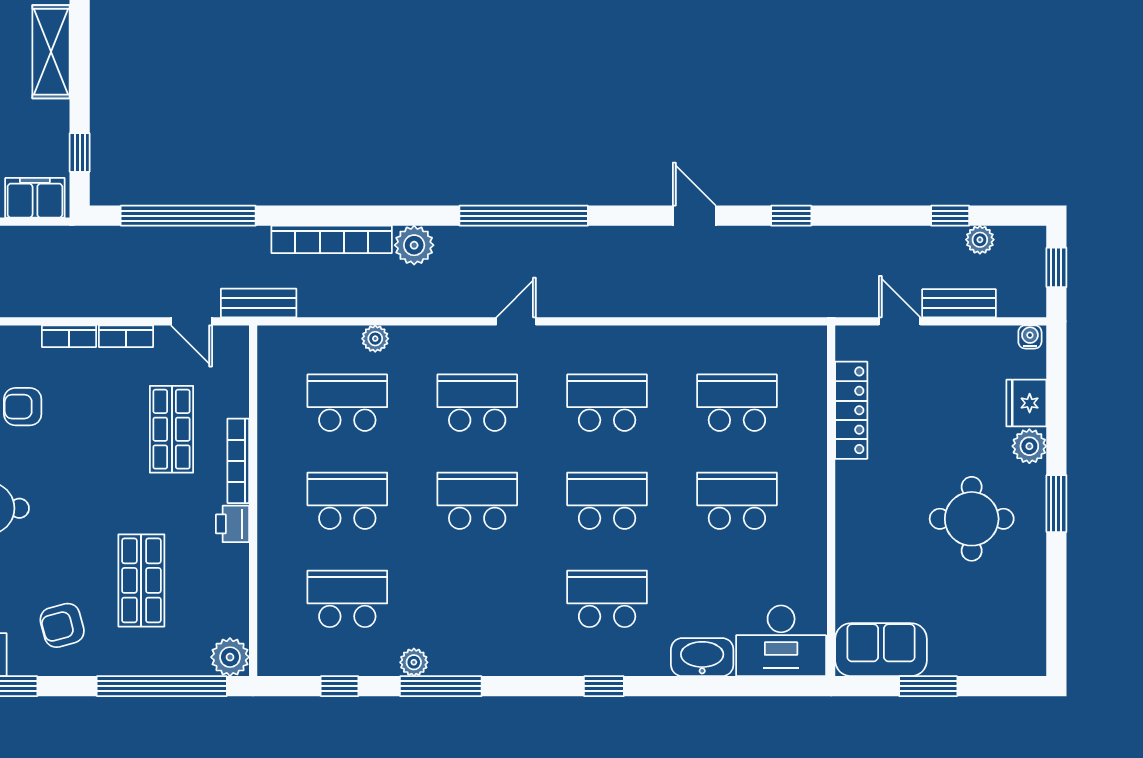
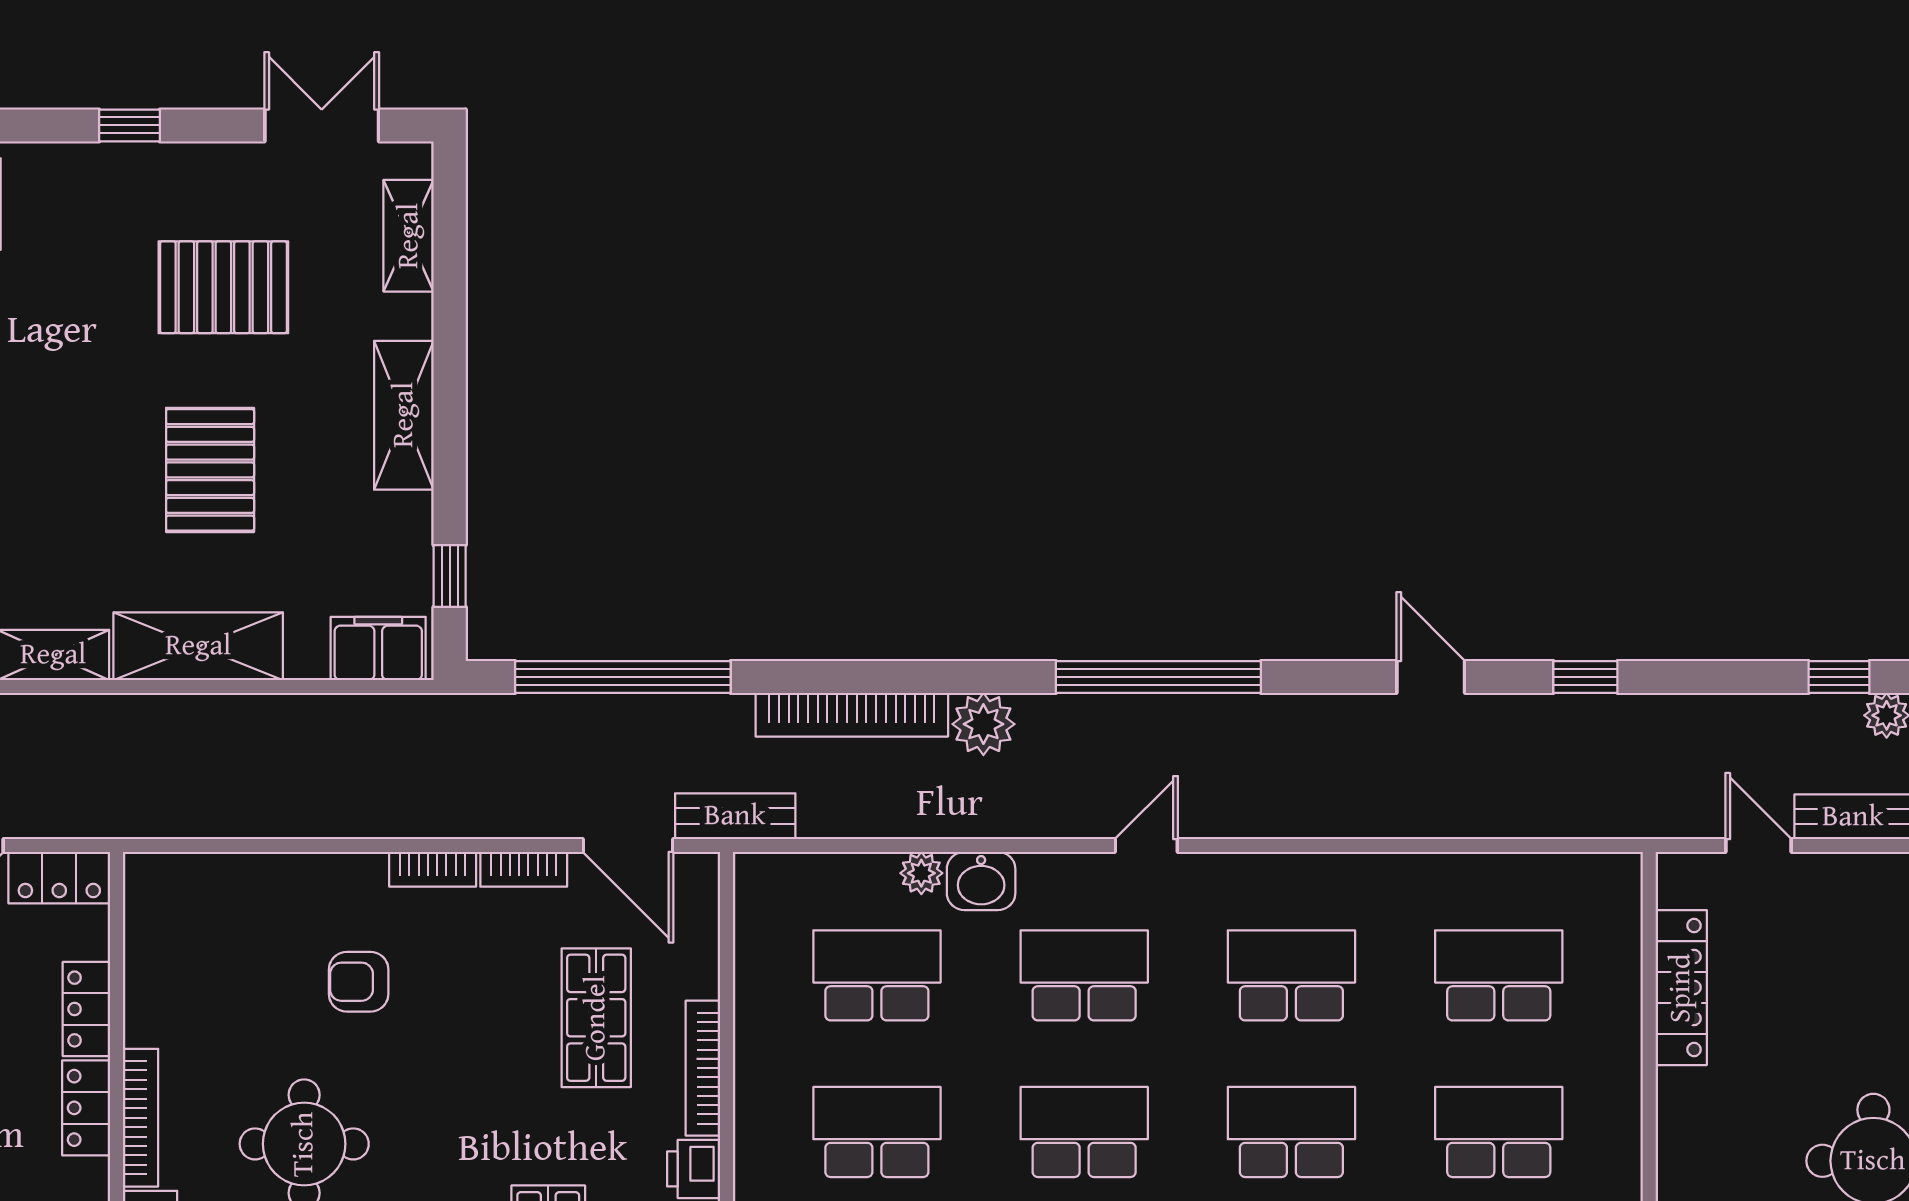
door: (191, 321) -> (628, 846), width x1.37
washbasin: (413, 344) -> (981, 881), added

